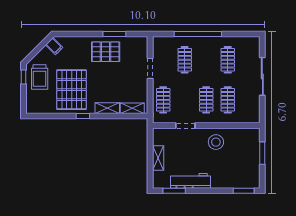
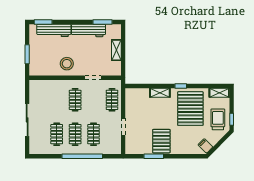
pallet: (106, 52) -> (161, 141), turned 90
clothes rail: (228, 100) -> (75, 134), moved
shelving: (132, 108) -> (219, 93), moved
workbench: (231, 181) -> (54, 30), added

